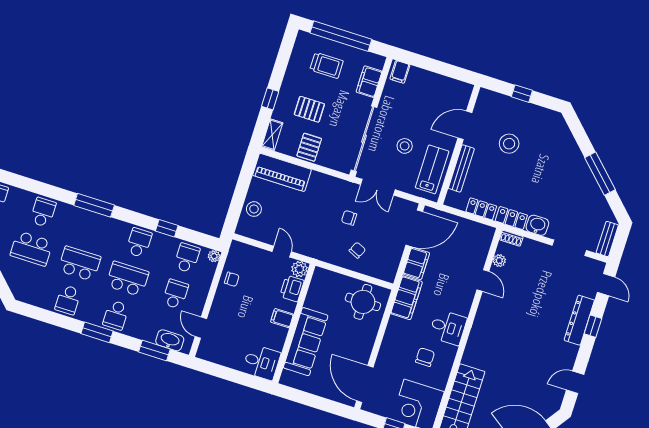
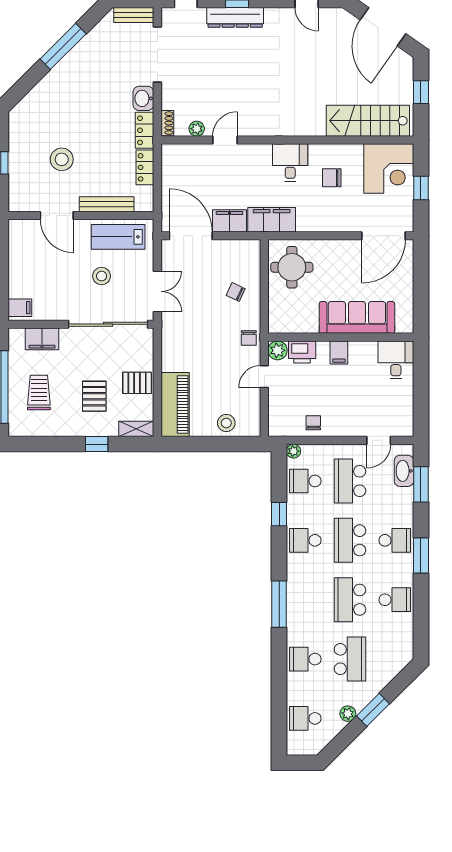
chair: (349, 218) -> (249, 338), moved
doorway: (569, 248) -> (157, 55), width x1.36
school desk: (175, 294) -> (350, 481), width x1.85

